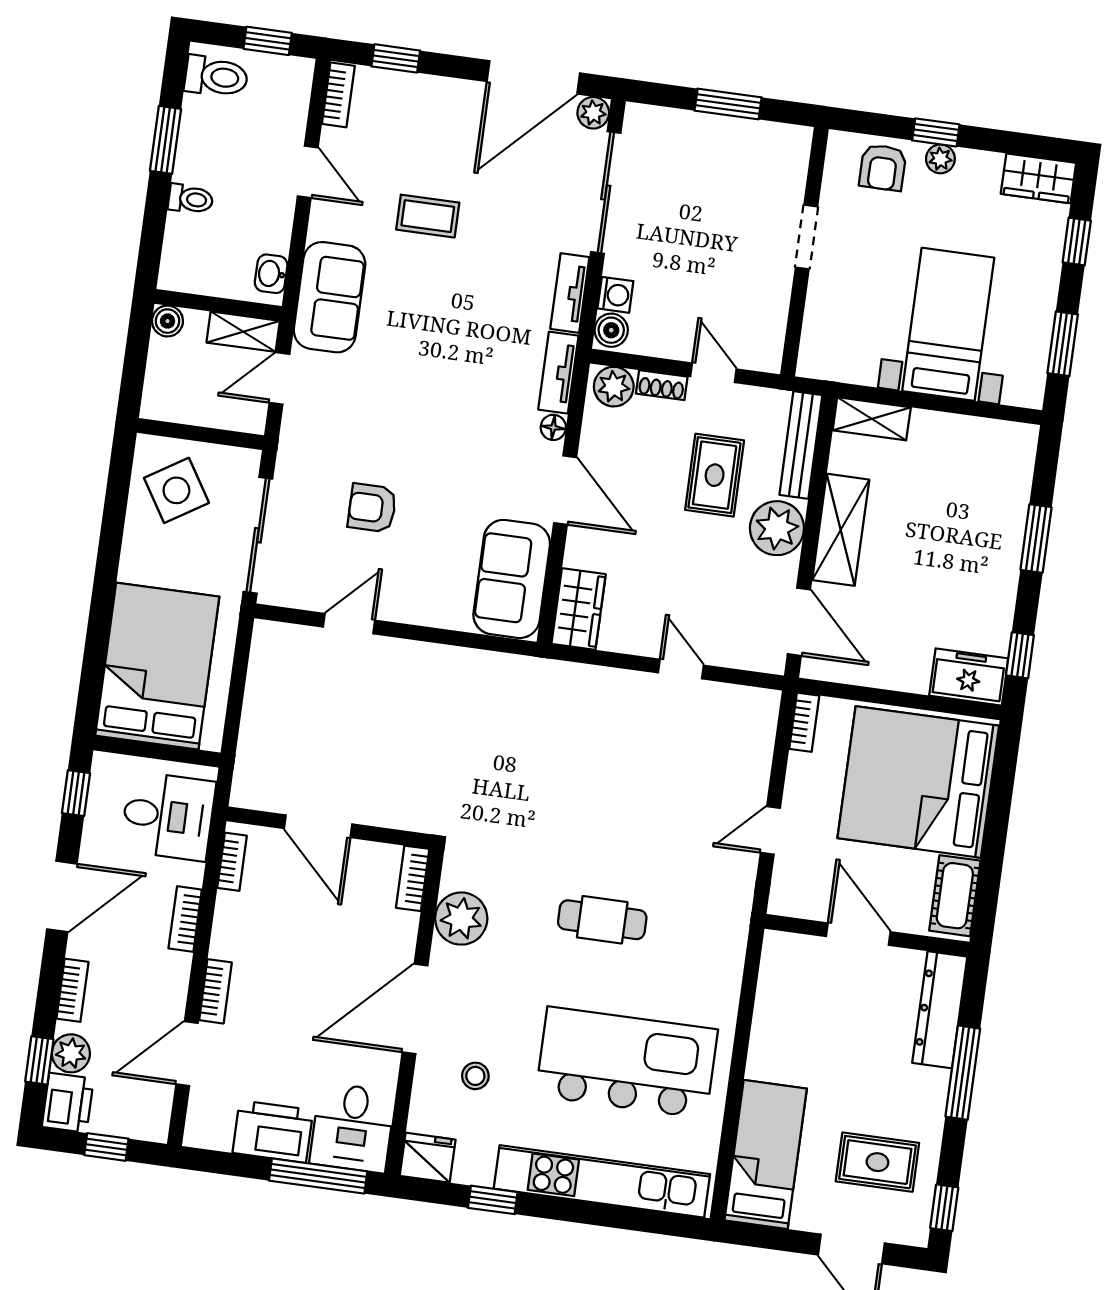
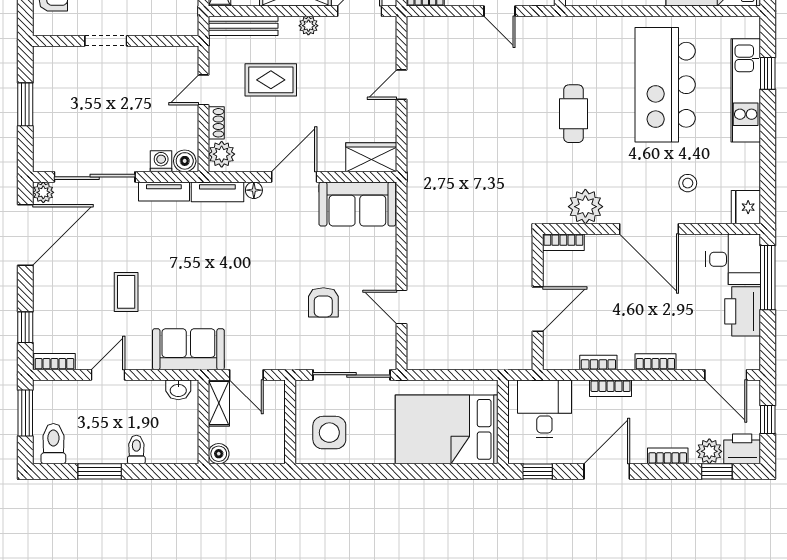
window: (268, 41) -> (25, 413), width x1.50
door: (533, 77) -> (25, 235), hinge flipped
side table: (176, 490) -> (329, 433), turned 32
plant: (777, 528) -> (308, 26), width x0.53, depth x0.53
bookcase: (232, 862) -> (598, 363), moved
door: (62, 896) -> (607, 471), hinge flipped
door: (187, 1054) -> (726, 375), moved
kitchen unit: (602, 1181) -> (746, 90), width x0.73
window: (493, 1200) -> (768, 73), moved

